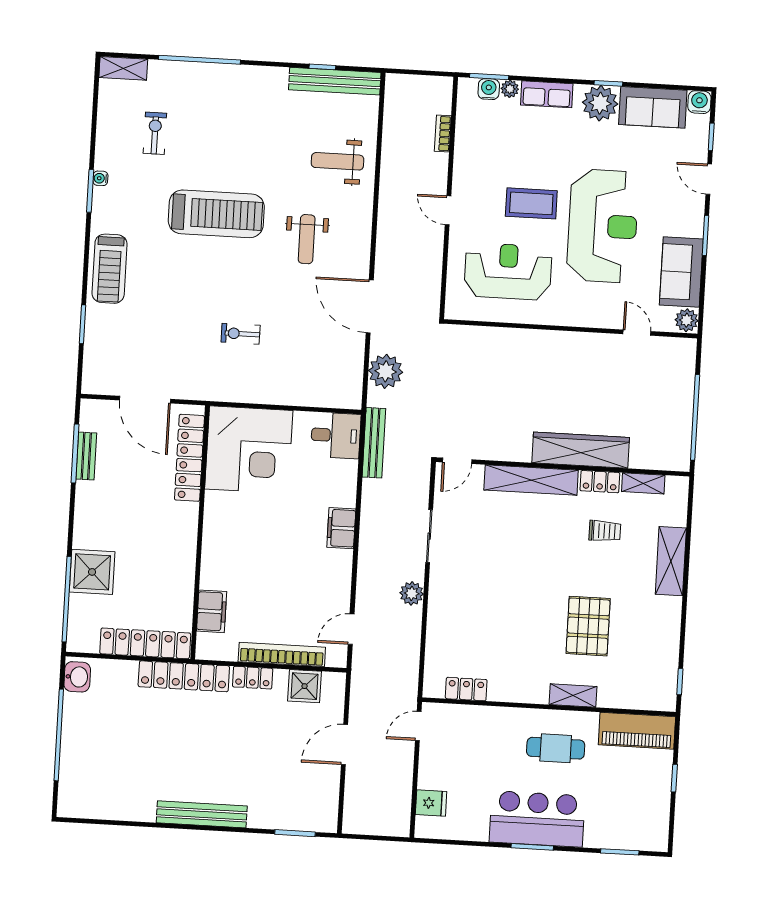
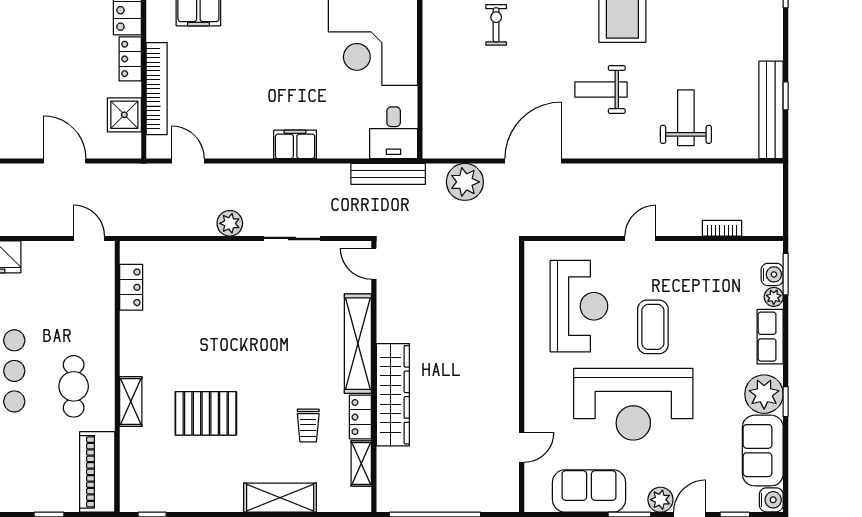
plant: (687, 320) -> (660, 500), moved

